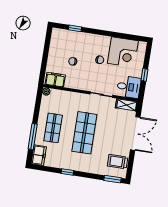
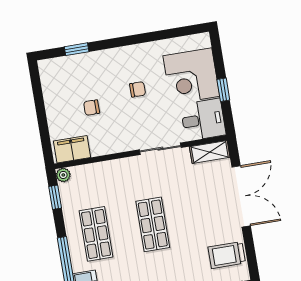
corner desk: (123, 52) -> (191, 76), moved, turned 90
window: (38, 102) -> (55, 197), added
shop shelf: (84, 133) -> (153, 224), width x0.70, depth x0.74

